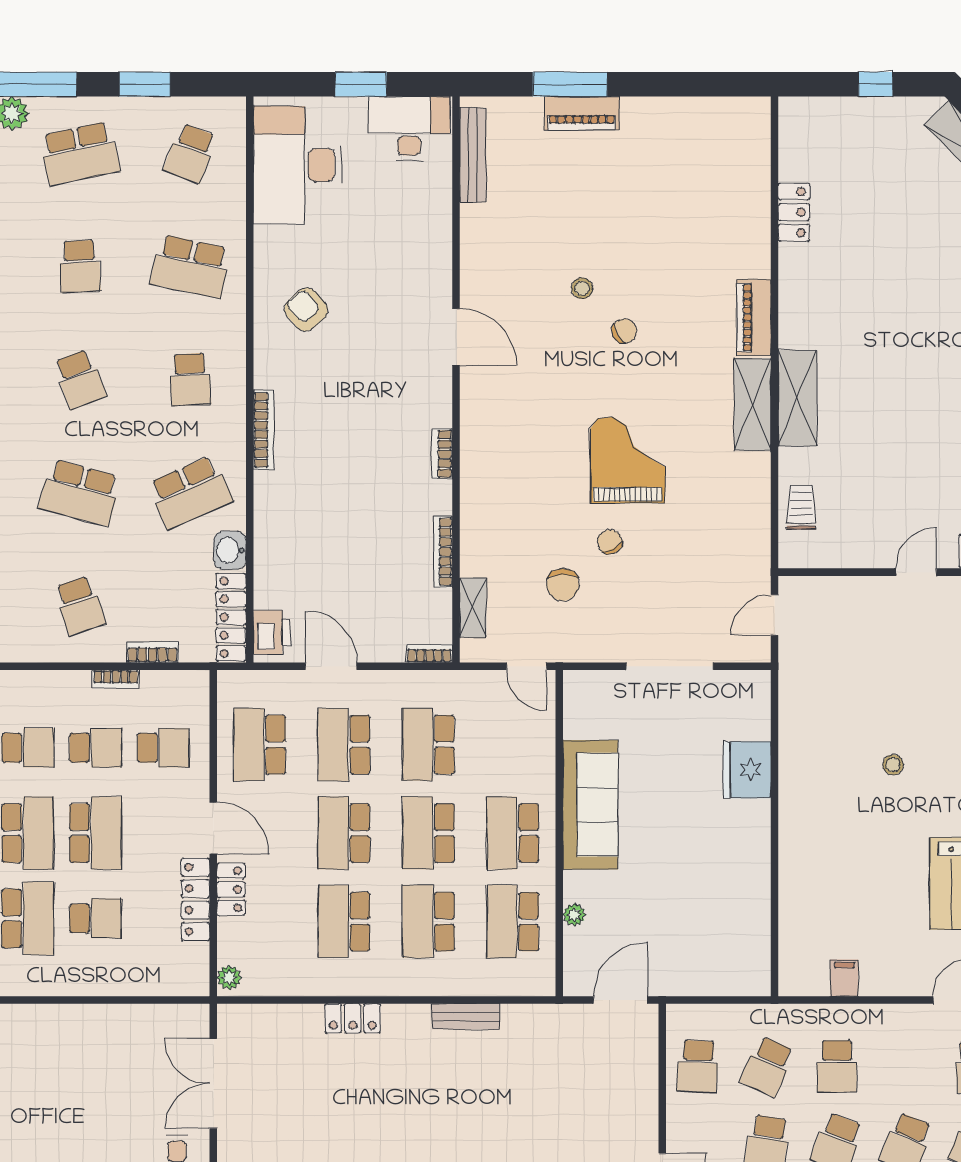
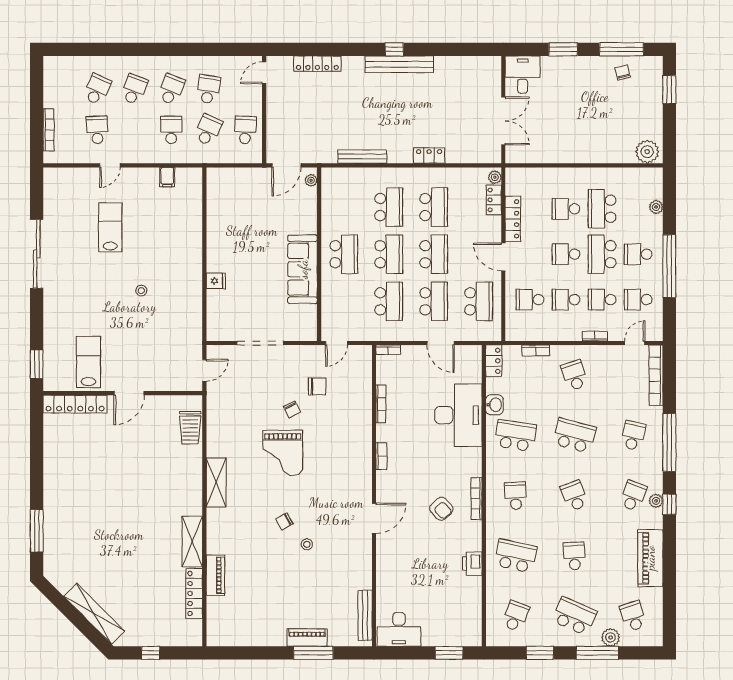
window: (361, 84) -> (449, 653), moved
school desk: (80, 153) -> (574, 616), turned 36
desk: (298, 165) -> (458, 415), moved
locker: (794, 212) -> (194, 593), width x1.53
armchair: (306, 309) -> (441, 509), moved
piano: (754, 318) -> (215, 575), moved
door: (456, 337) -> (374, 518), swing flipped
shelving: (797, 398) -> (192, 542), moved
bookcase: (263, 430) -> (477, 499), moved
school desk: (190, 493) -> (516, 436), turned 33
trolley: (801, 507) -> (190, 428), width x1.36, depth x1.39
door: (916, 572) -> (129, 393), width x1.38
chair: (563, 585) -> (317, 386), turned 90
shelving: (473, 608) -> (365, 374), removed
locker: (231, 617) -> (494, 361), width x0.66
printer: (272, 632) -> (472, 564), moved
door: (527, 666) -> (336, 343), swing flipped
bookcase: (116, 679) -> (595, 336), moved
fridge: (747, 770) -> (216, 281), width x0.53, depth x0.75
school desk: (95, 833) -> (566, 254), width x0.54
locker: (231, 889) -> (494, 200), moved
plant: (574, 915) -> (311, 180), moved
school desk: (513, 922) -> (344, 207), removed
bench: (466, 1016) -> (362, 157), width x1.36

